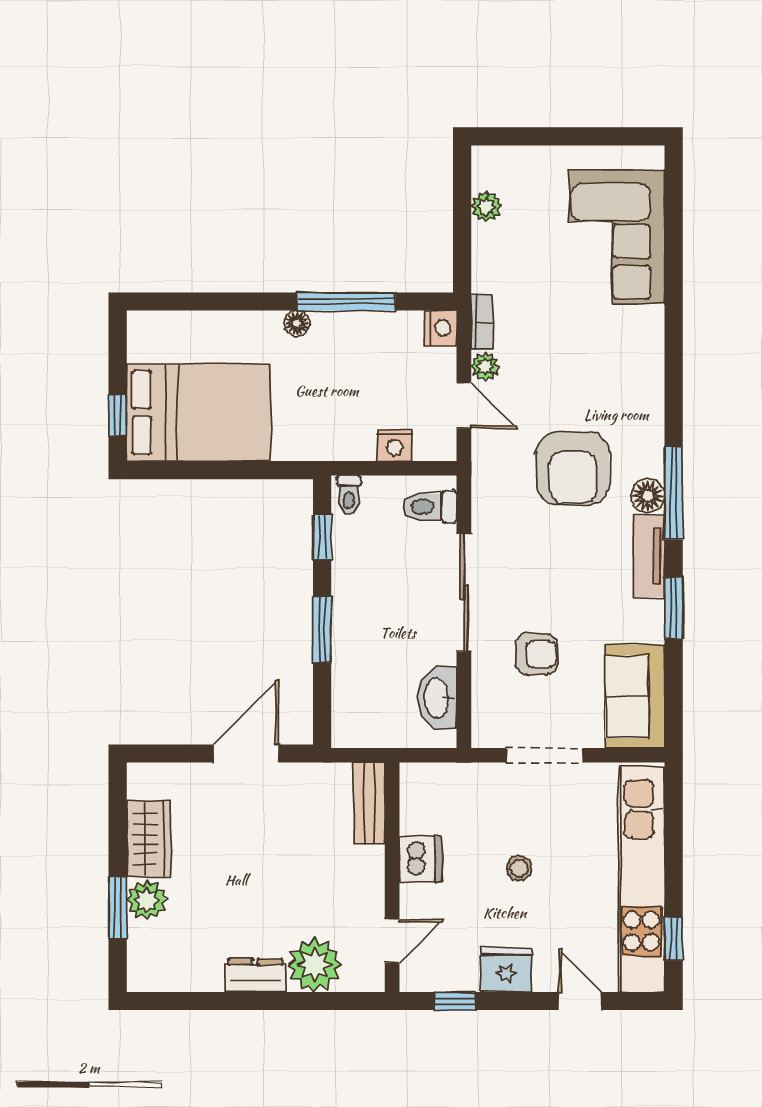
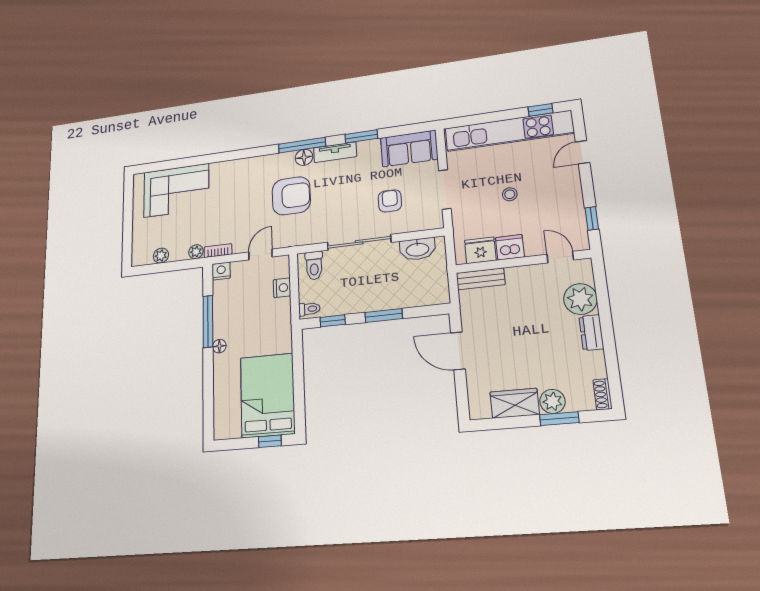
plant: (485, 367) -> (196, 252), moved
fridge: (506, 970) -> (480, 250), moved, turned 90
shoe rack: (151, 980) -> (602, 394), added

